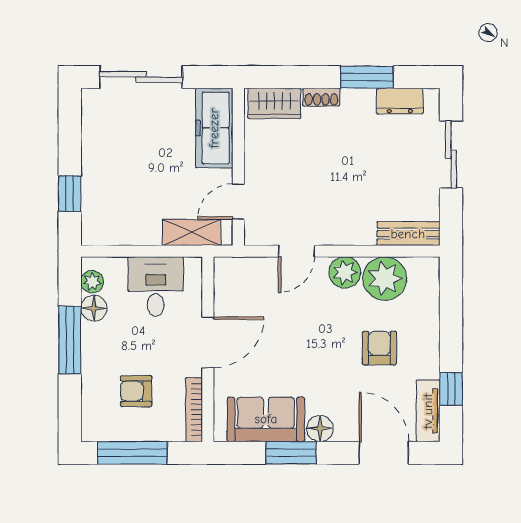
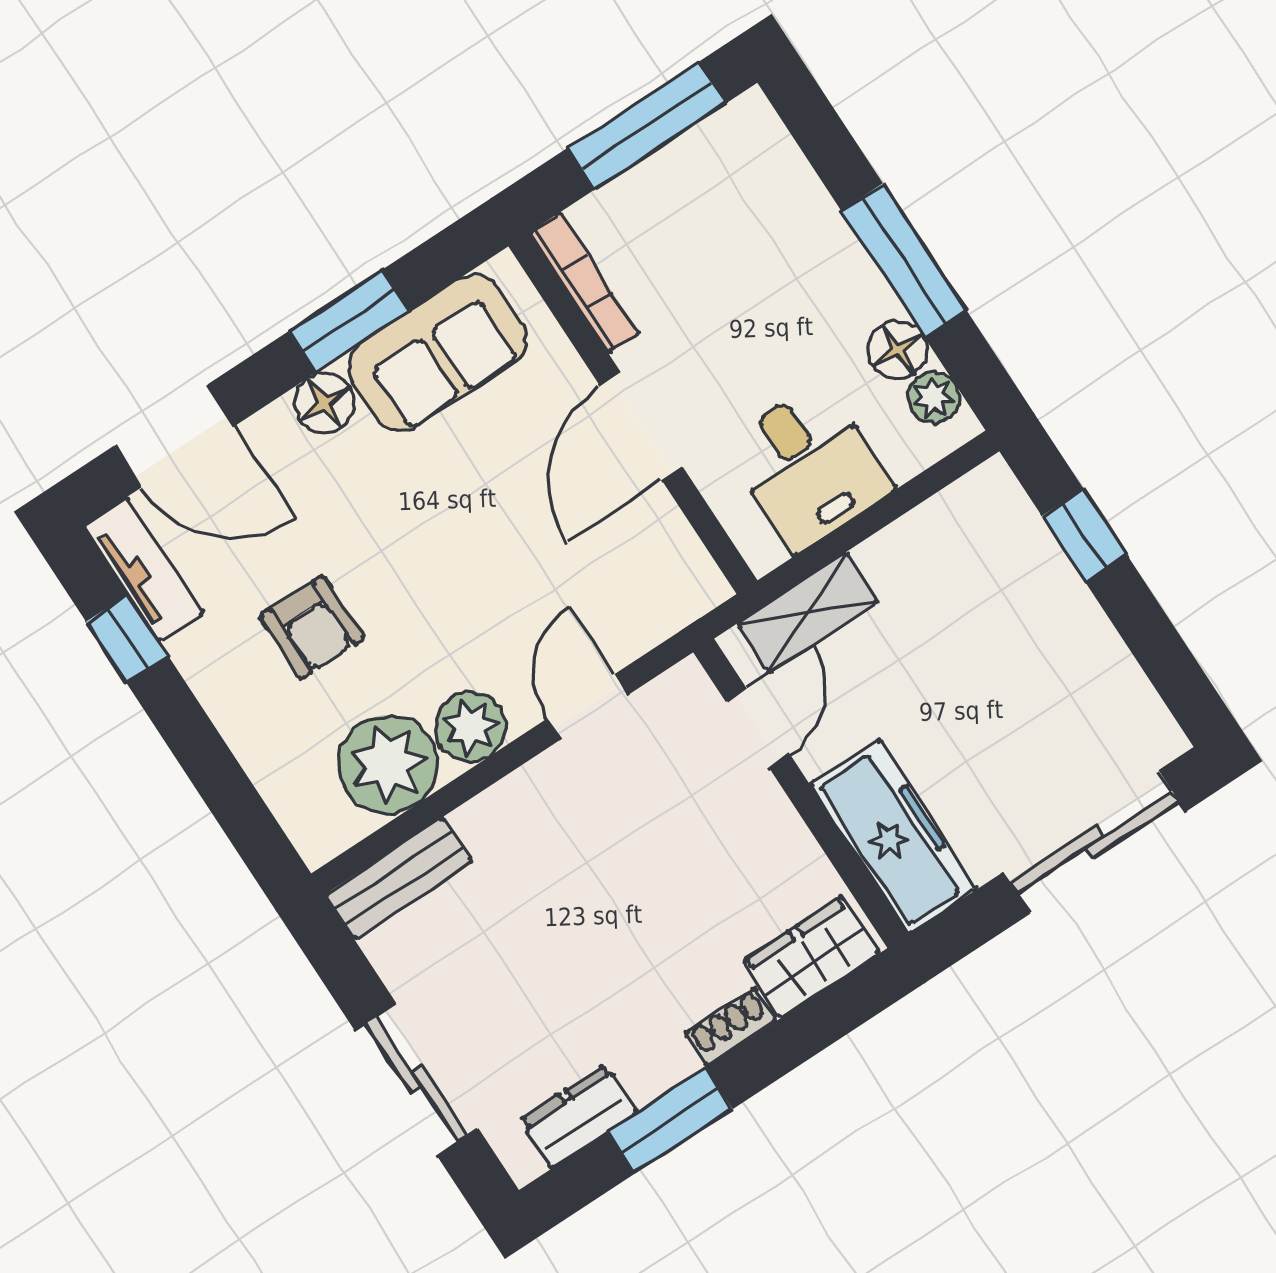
armchair: (136, 391) -> (716, 246), removed

